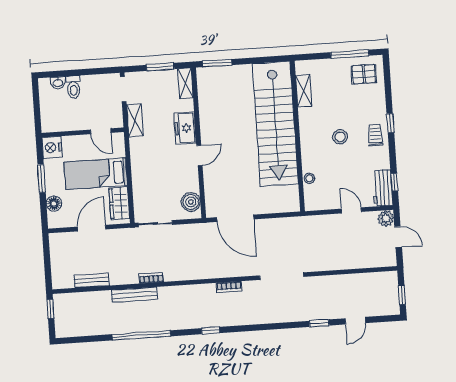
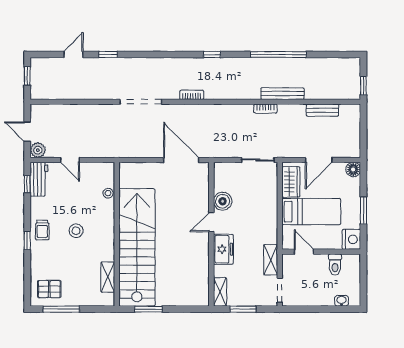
window: (217, 63) -> (148, 309), moved
toilet: (74, 87) -> (335, 265), moved, turned 180
boiler: (191, 202) -> (223, 201), moved
floor lamp: (54, 204) -> (353, 169), moved

